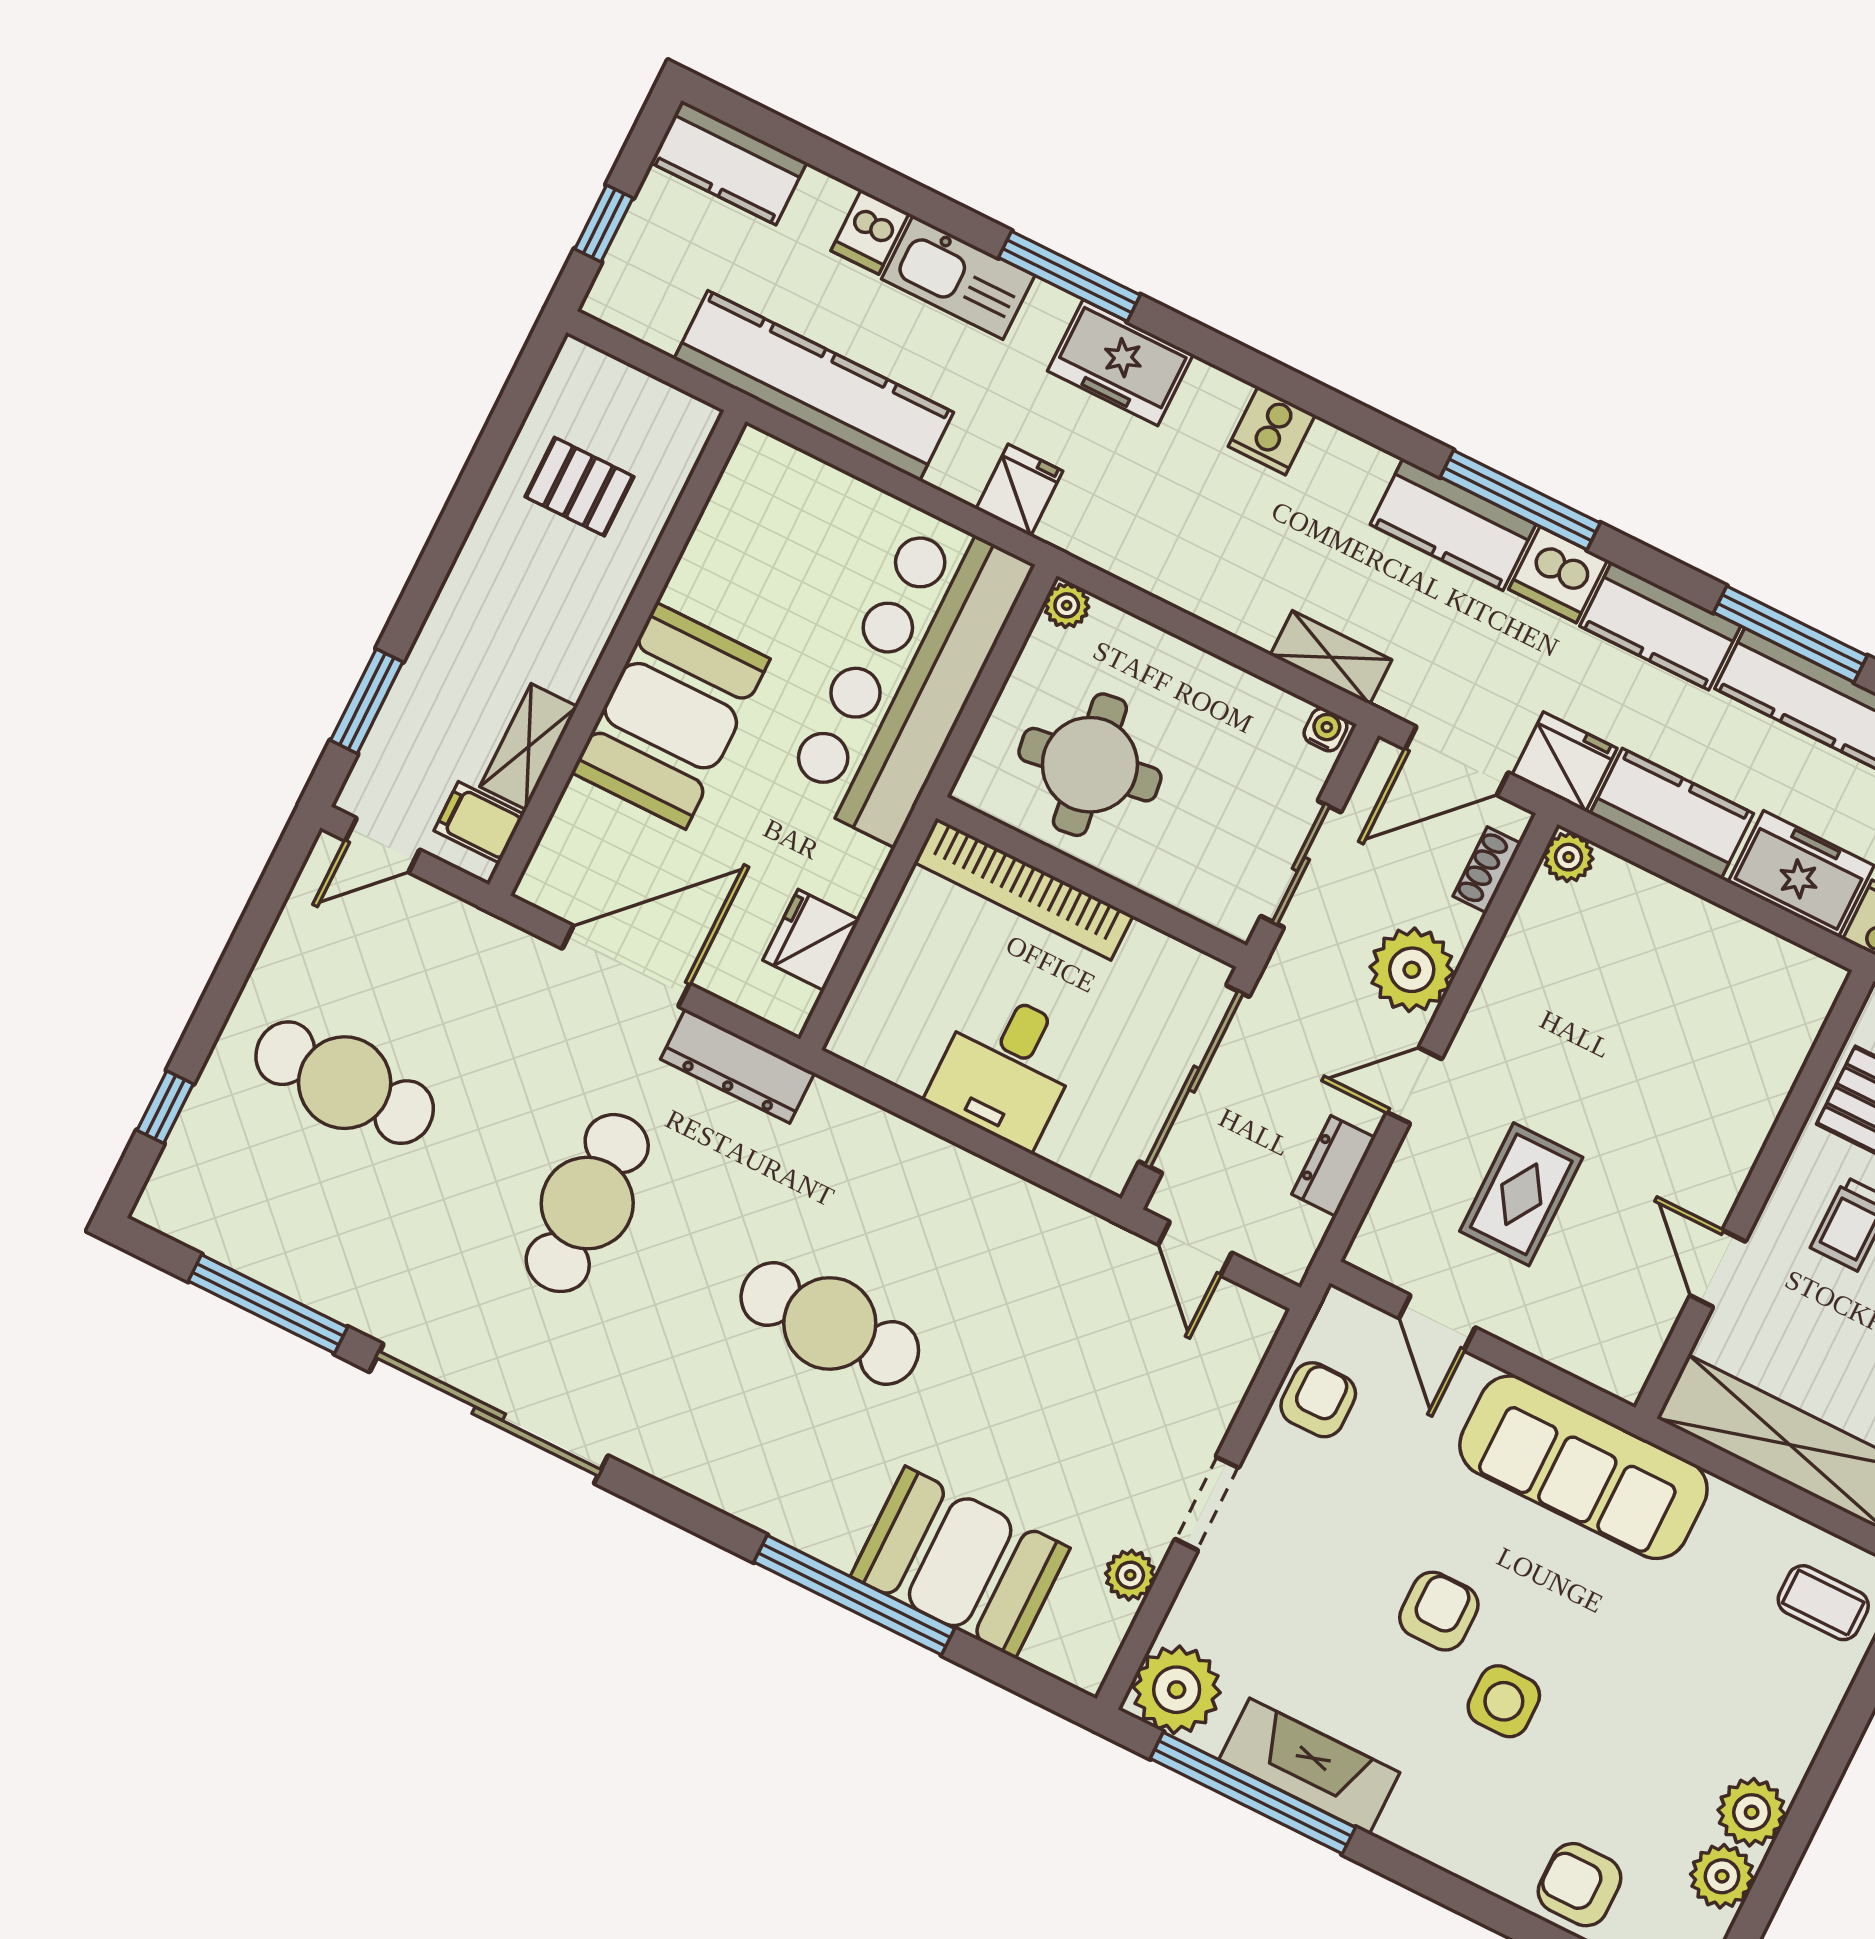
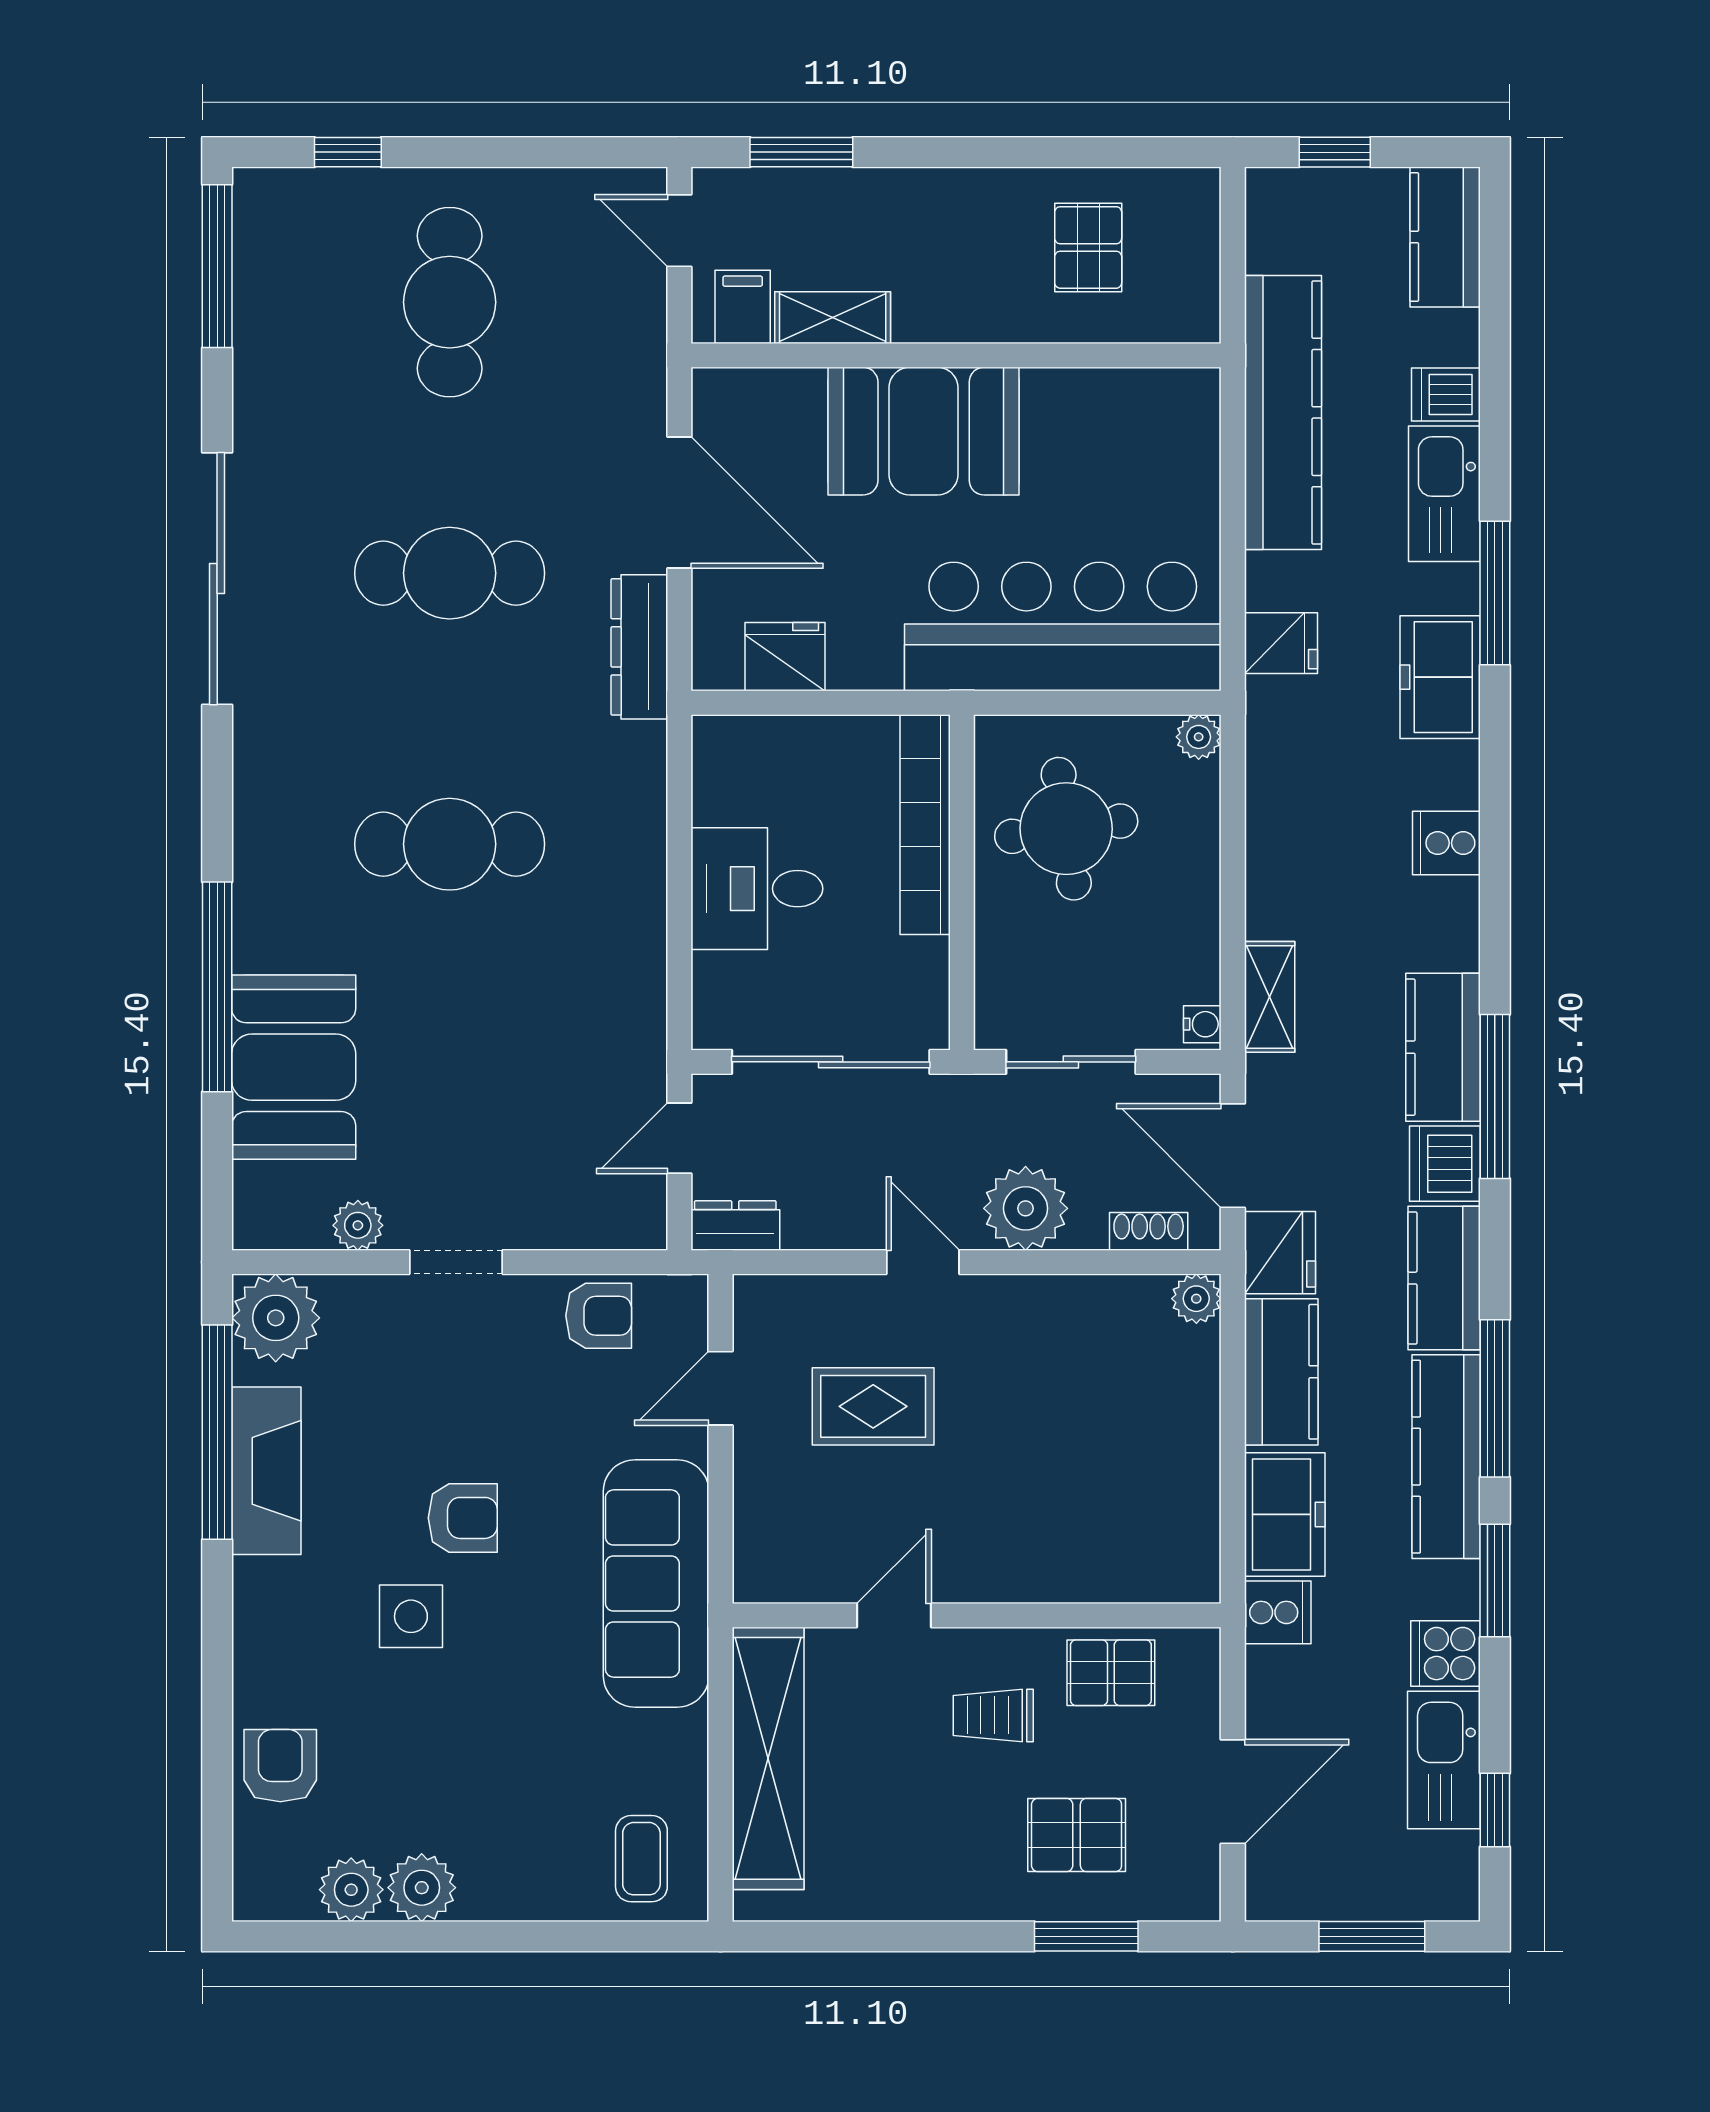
dresser: (1334, 1166) -> (735, 1225), moved
window: (268, 1304) -> (217, 266), moved
cafe table: (830, 1323) -> (450, 844), turned 90

